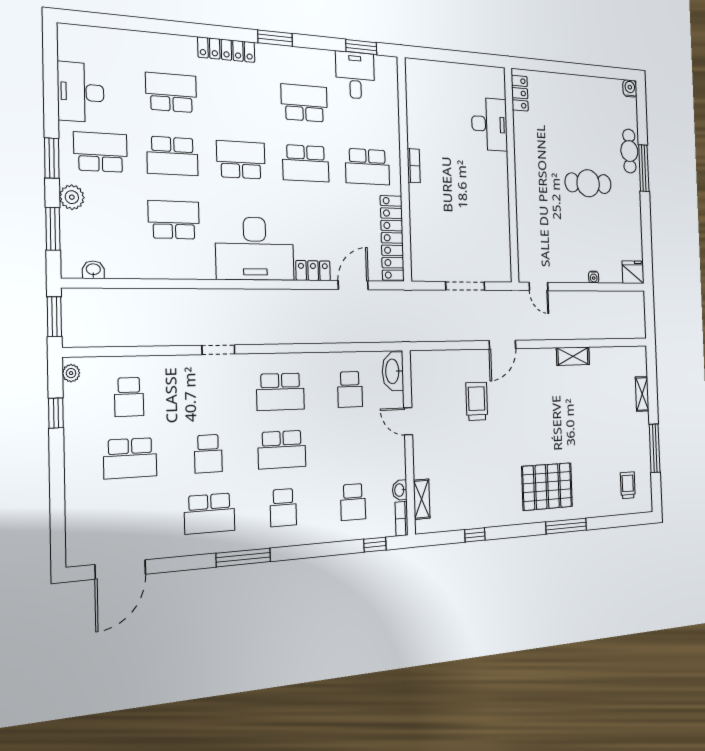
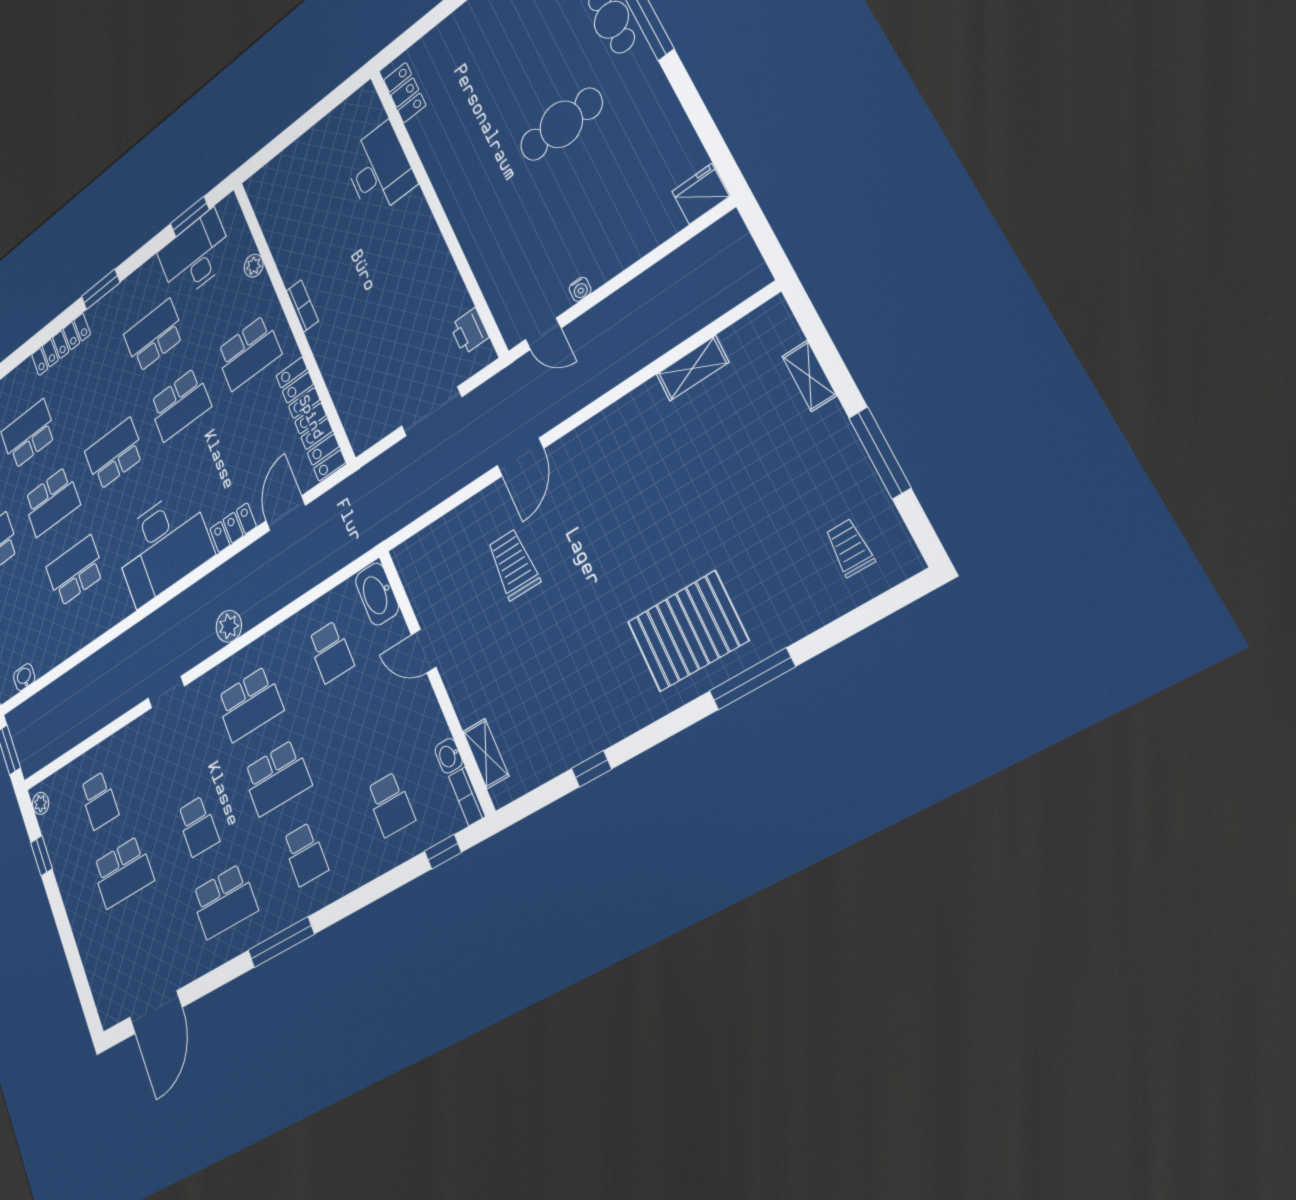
desk: (355, 75) -> (195, 255), width x1.37
plant: (392, 115) -> (254, 266), added
printer: (502, 256) -> (469, 331), added
water cooler: (594, 277) -> (580, 289), moved
plant: (285, 333) -> (229, 626), added
shelving: (573, 356) -> (692, 368), moved

